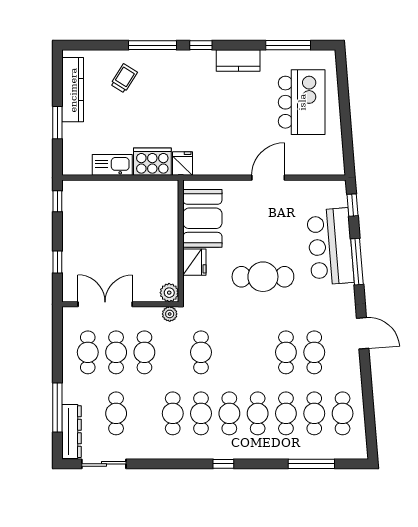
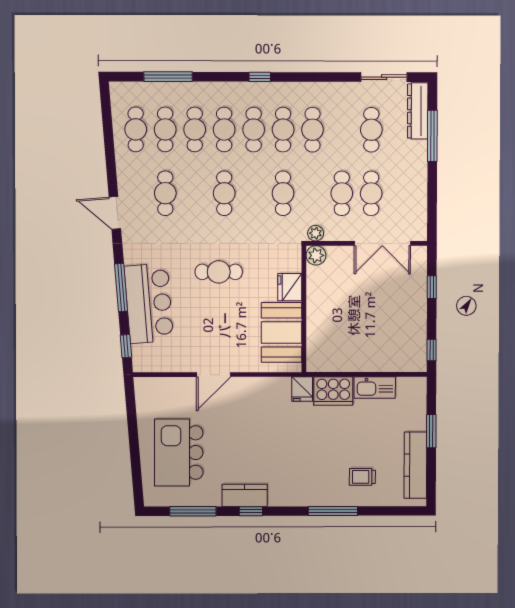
window: (201, 45) -> (251, 511), moved
trolley: (124, 78) -> (362, 477), turned 58
cafe table: (263, 277) -> (219, 272), width x0.73, depth x0.74
cafe table: (88, 352) -> (401, 193), removed
cafe table: (286, 352) -> (224, 193), moved

